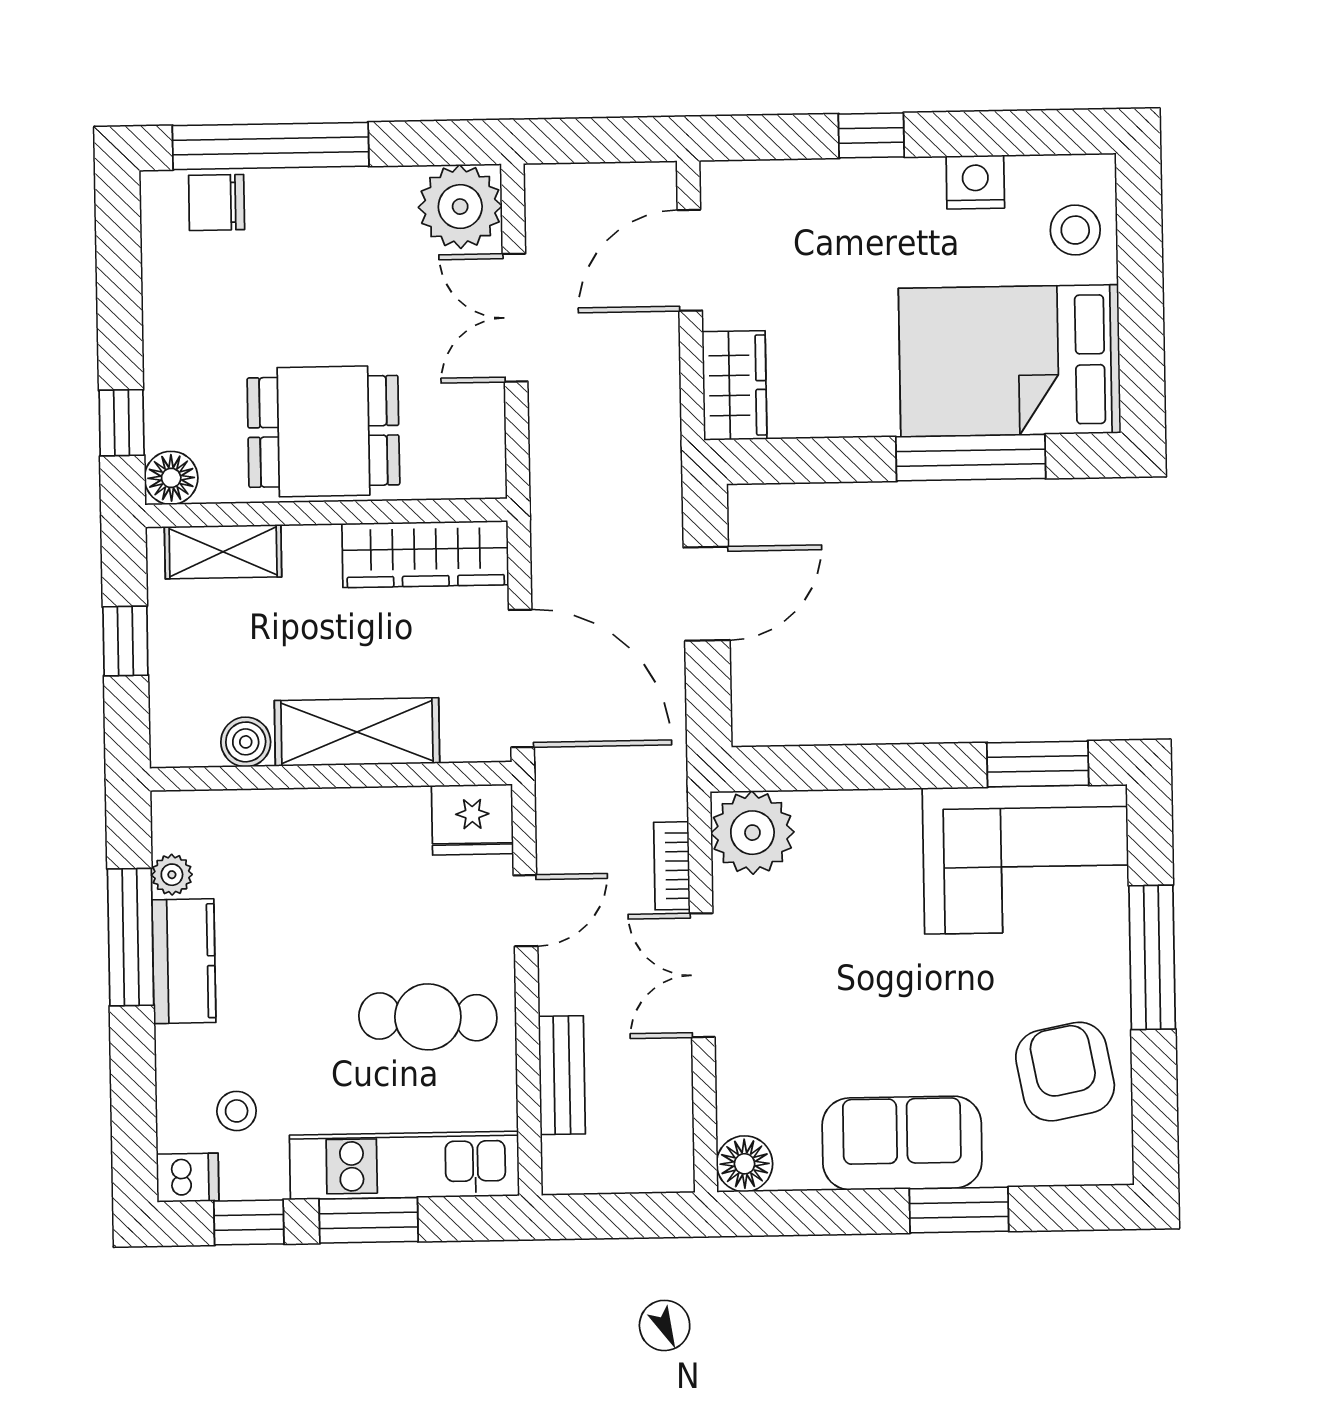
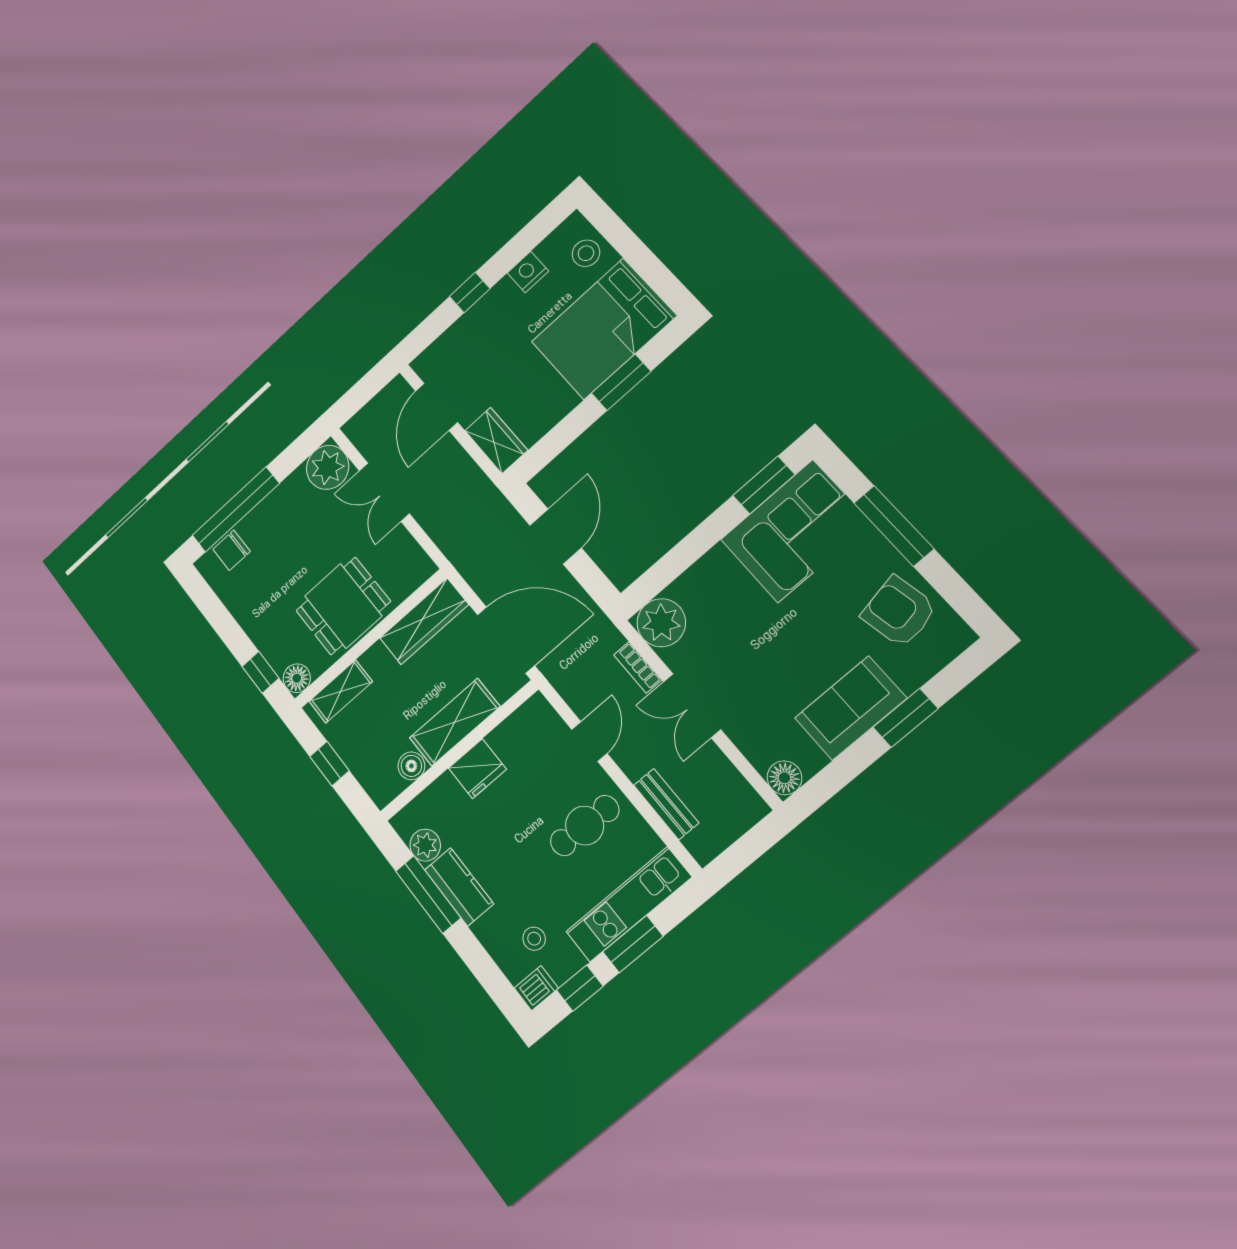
window: (971, 458) -> (621, 382), width x0.69
fridge: (472, 820) -> (477, 769), moved
plant: (172, 875) -> (425, 845), width x1.38, depth x1.38

